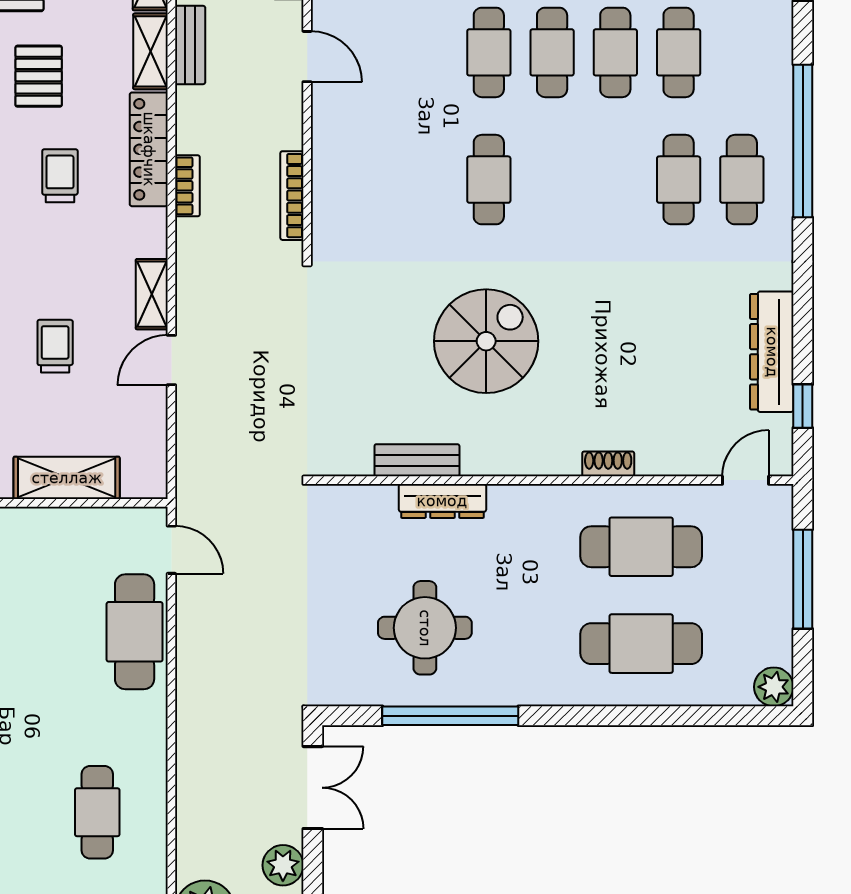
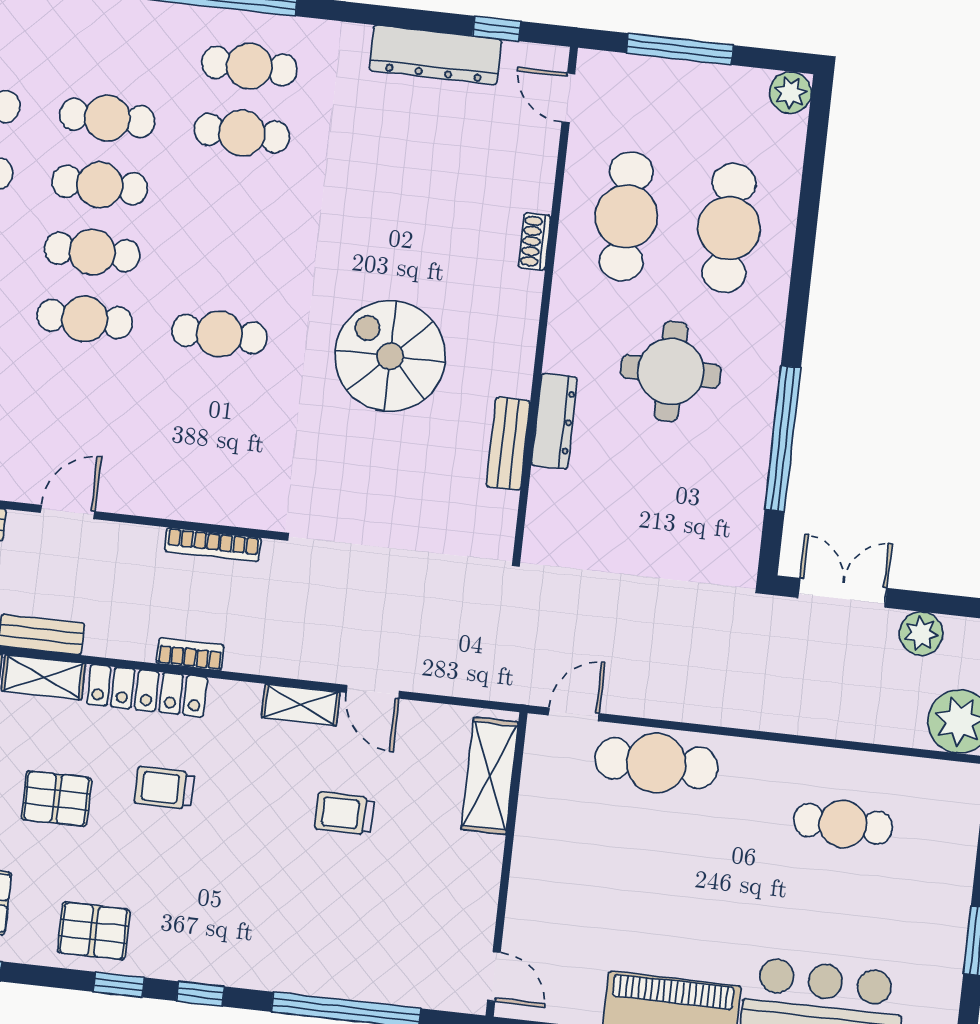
shelving: (67, 478) -> (490, 776), moved
round table: (425, 628) -> (671, 371), moved

